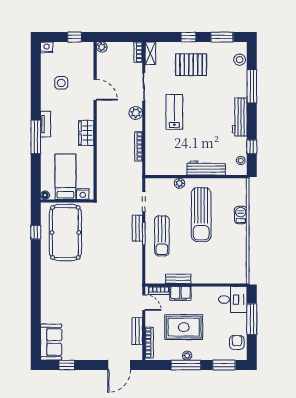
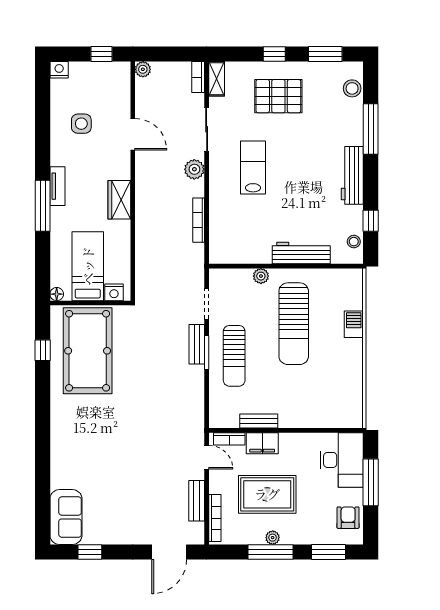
desk: (233, 300) -> (342, 460), width x1.37

